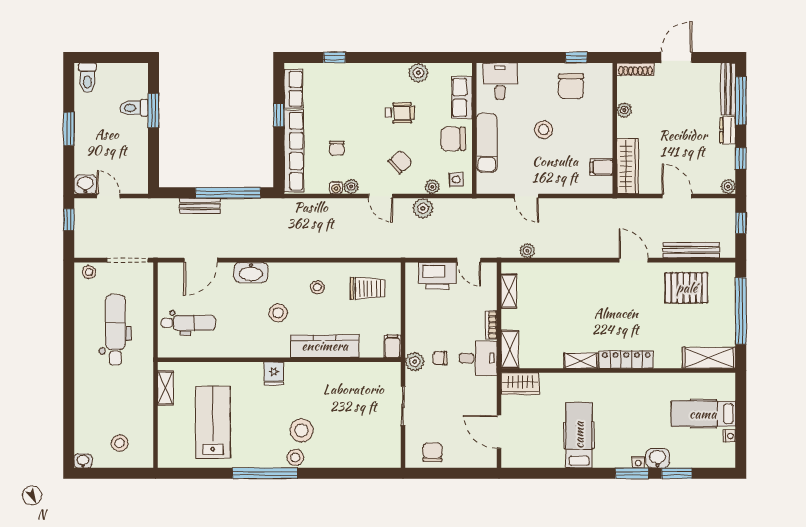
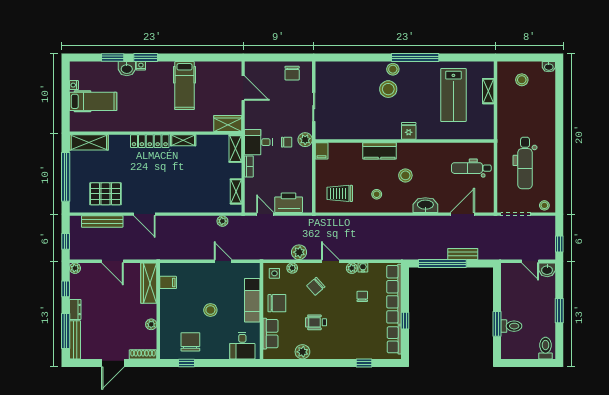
kitchen counter: (325, 346) -> (380, 151), width x0.67
shelving: (165, 388) -> (488, 91), moved

